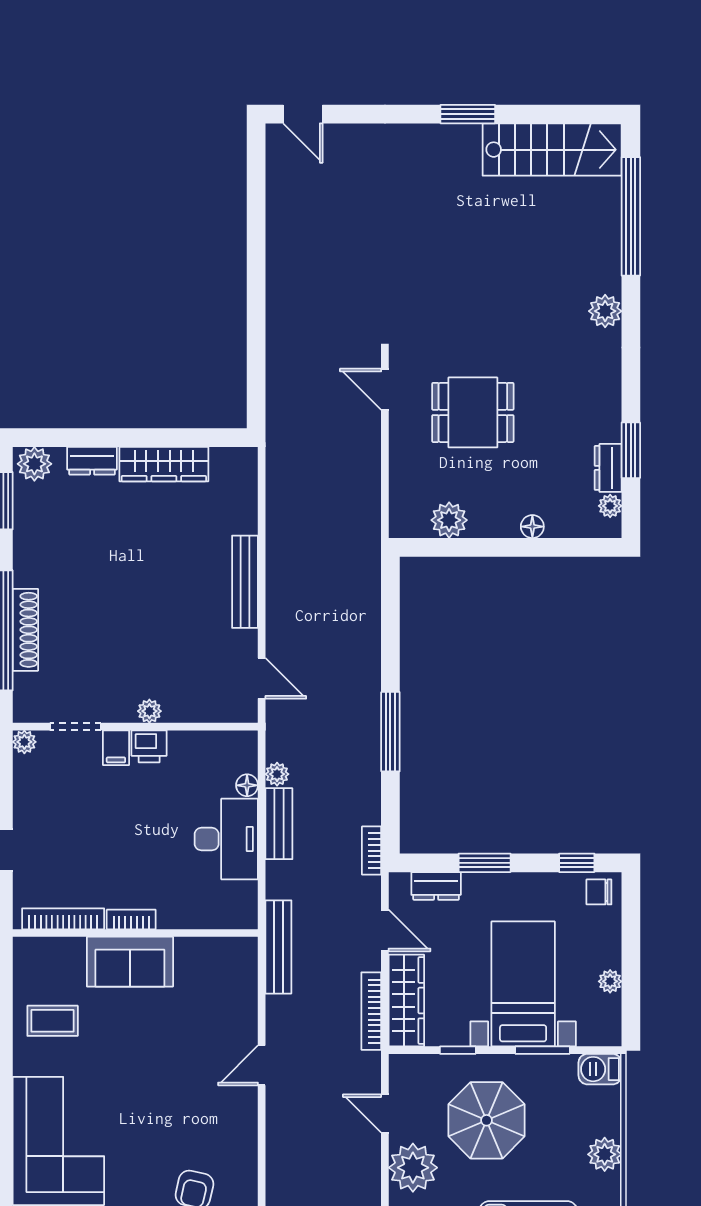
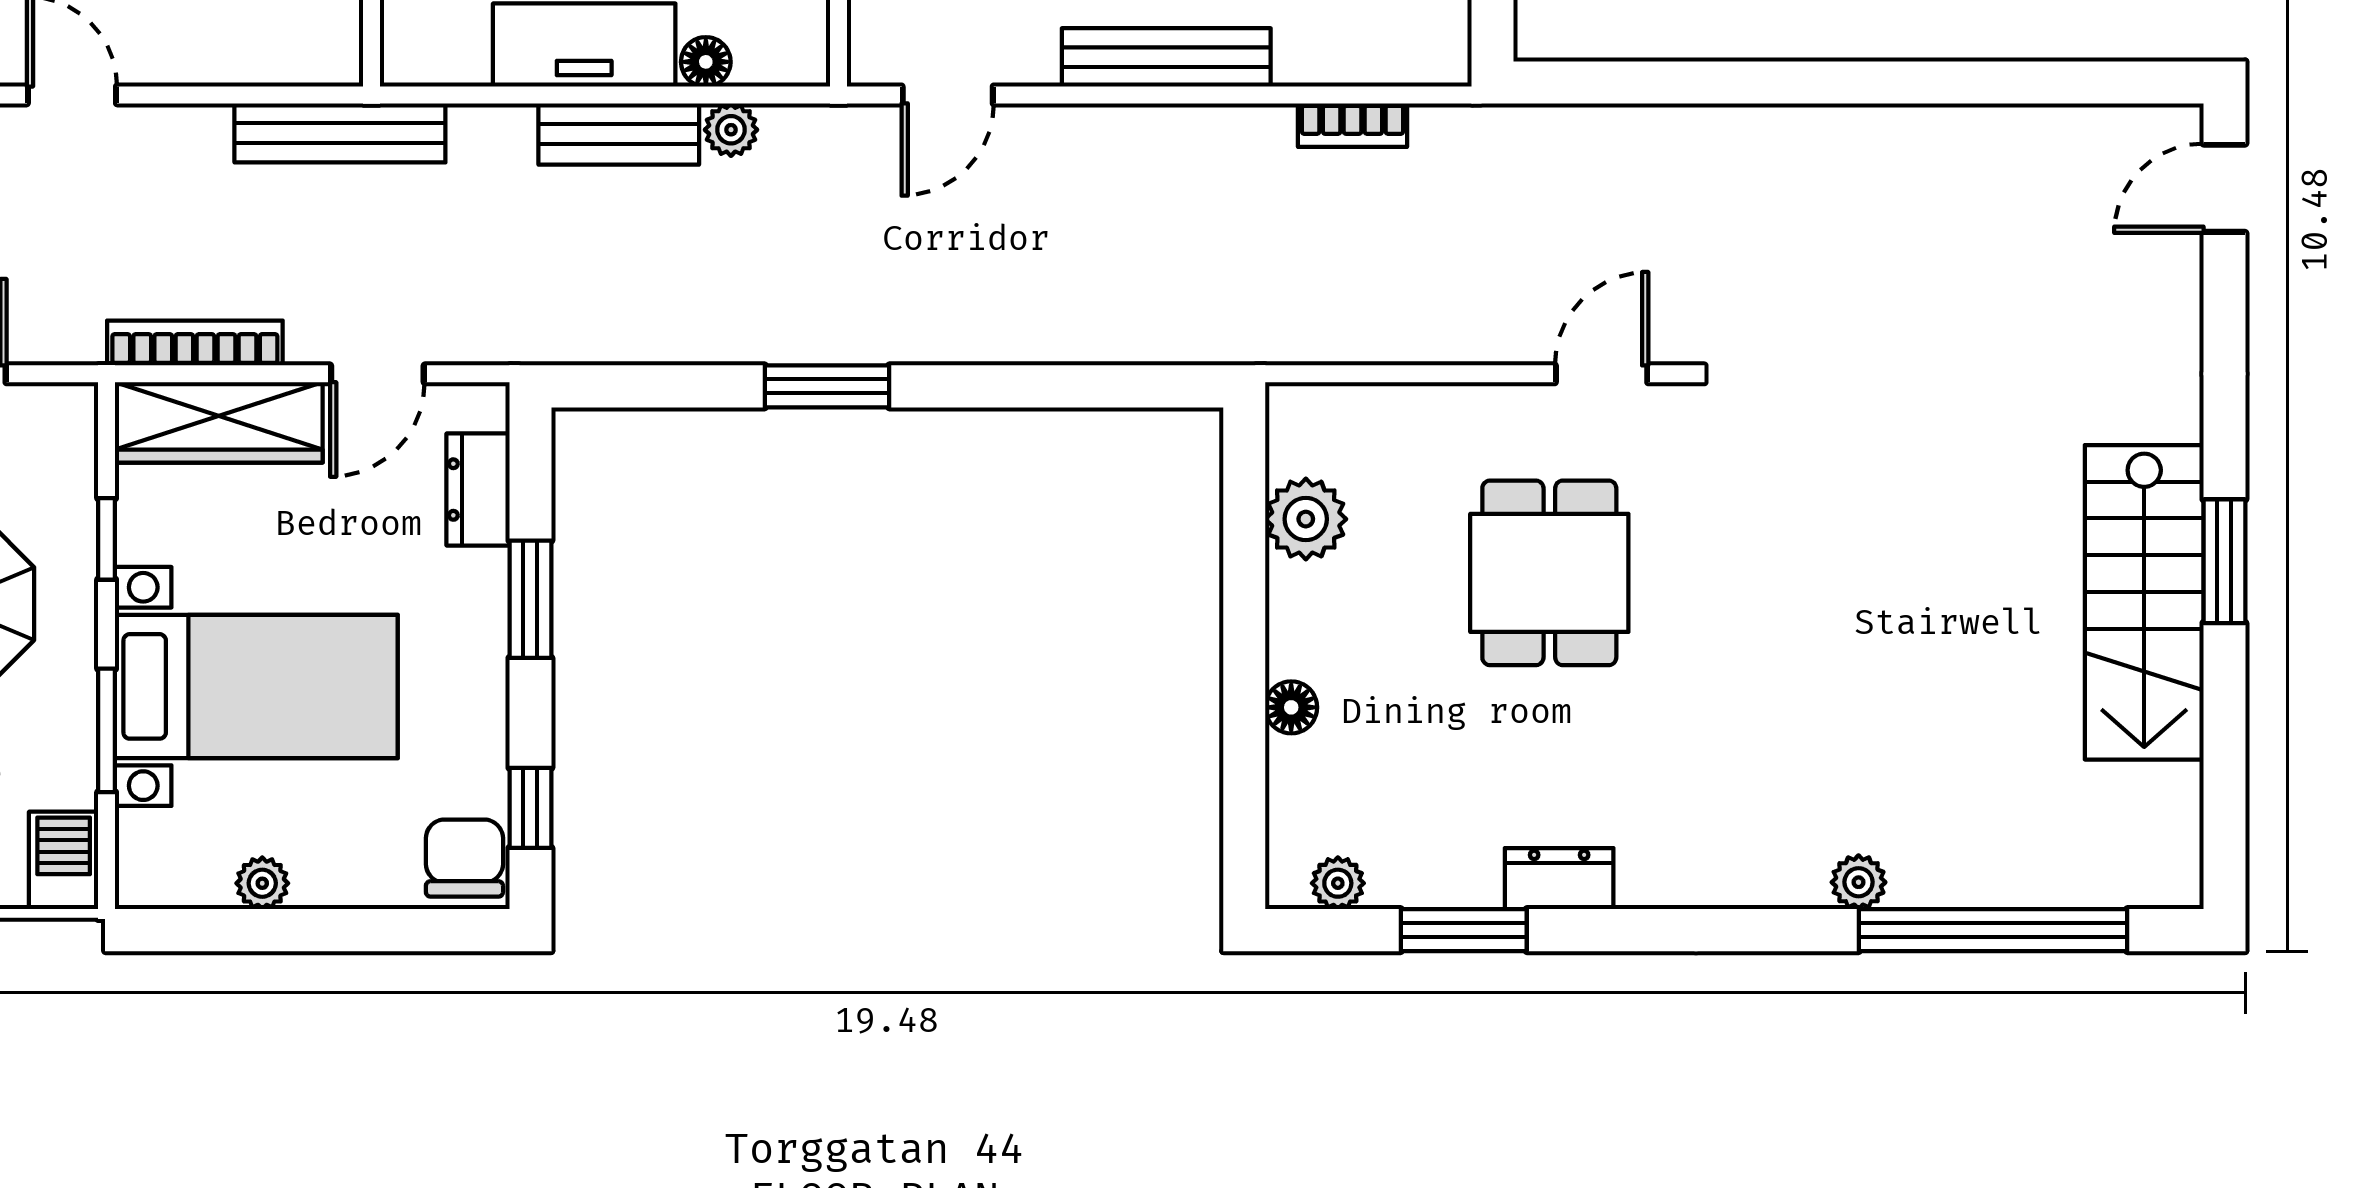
stairs: (552, 150) -> (2144, 602), moved
plant: (605, 311) -> (1859, 882), moved, width x0.73, depth x0.73
dresser: (608, 468) -> (1559, 879), moved
window: (390, 732) -> (827, 386), width x0.69
bookcase: (372, 851) -> (1353, 125), moved, turned 180
chair: (599, 892) -> (464, 858), width x1.37, depth x1.37

